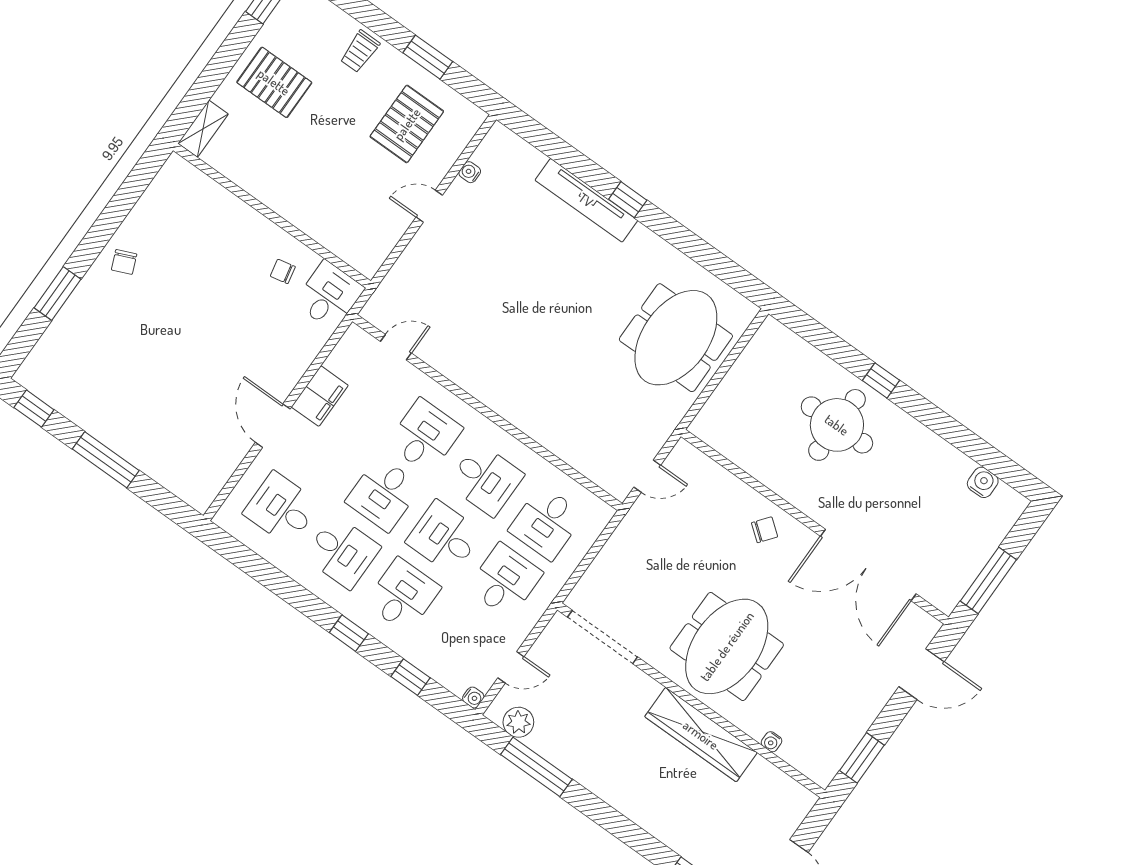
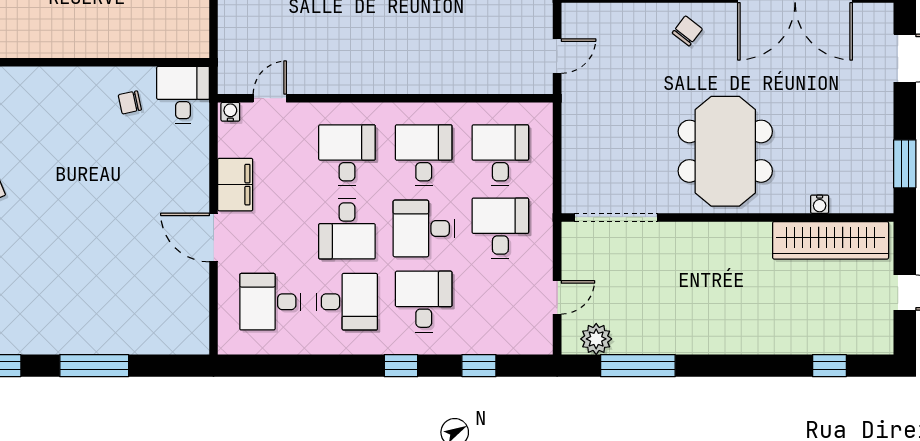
desk: (486, 479) -> (424, 155), turned -90
desk: (546, 523) -> (500, 155), turned 180
water cooler: (473, 697) -> (230, 112), moved, turned -90
wardrobe: (701, 735) -> (831, 240), moved

